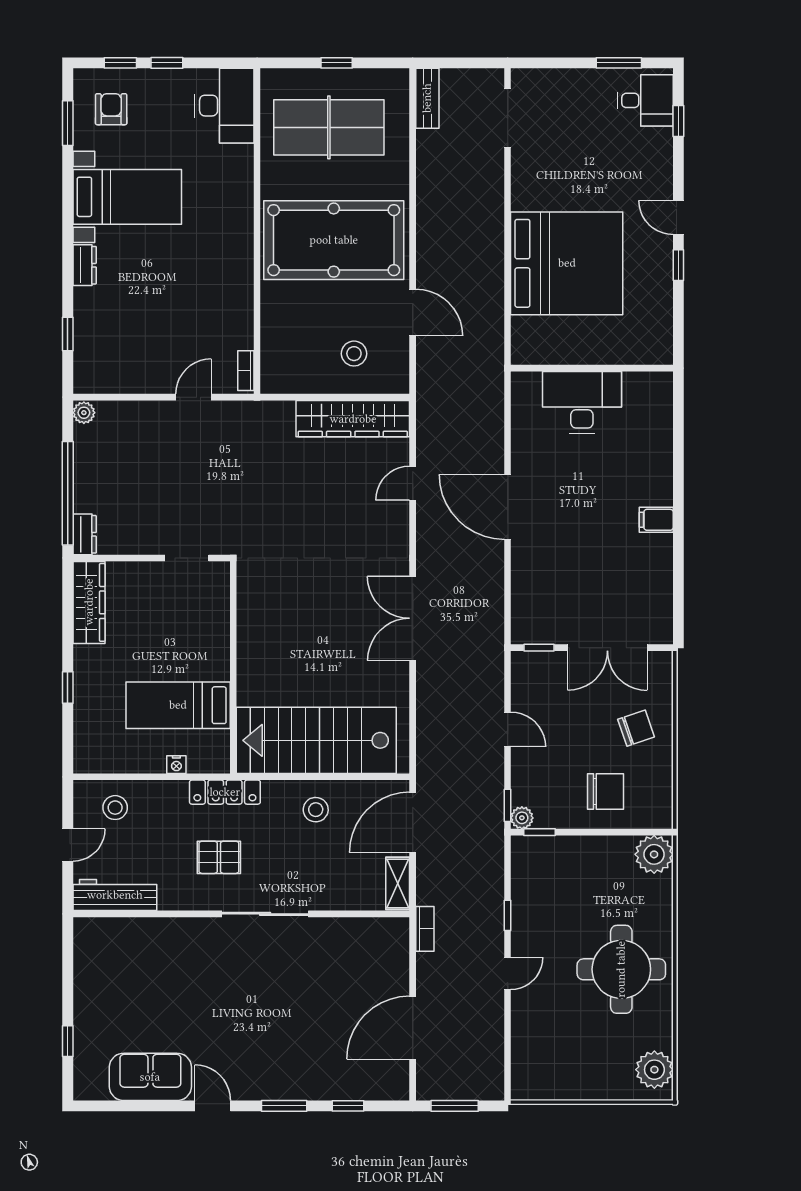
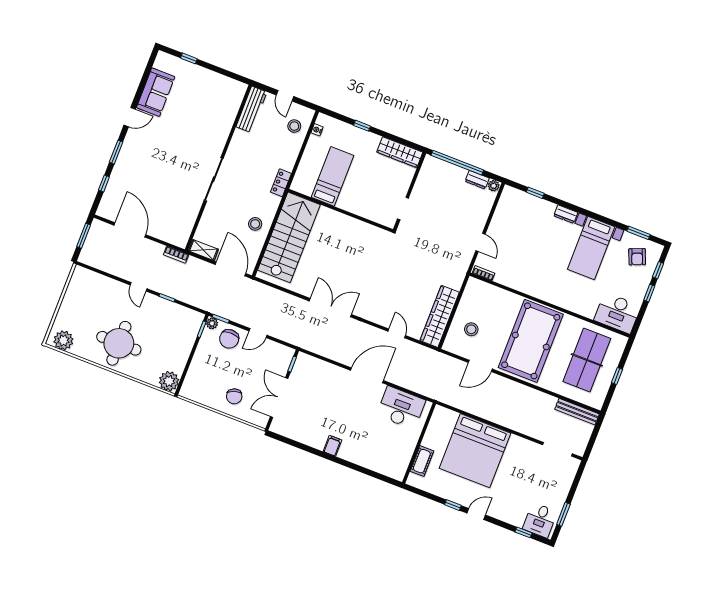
bench: (427, 98) -> (577, 412), width x1.36
armchair: (111, 109) -> (637, 257), turned 68
cot: (622, 351) -> (422, 461), added
desk: (582, 402) -> (401, 408), moved, turned -90
dresser: (85, 534) -> (477, 180), moved
nightstand: (176, 765) -> (317, 130), moved
chair: (606, 791) -> (229, 339), moved
locker: (225, 792) -> (281, 183), width x0.66
pallet: (219, 857) -> (250, 167), removed

